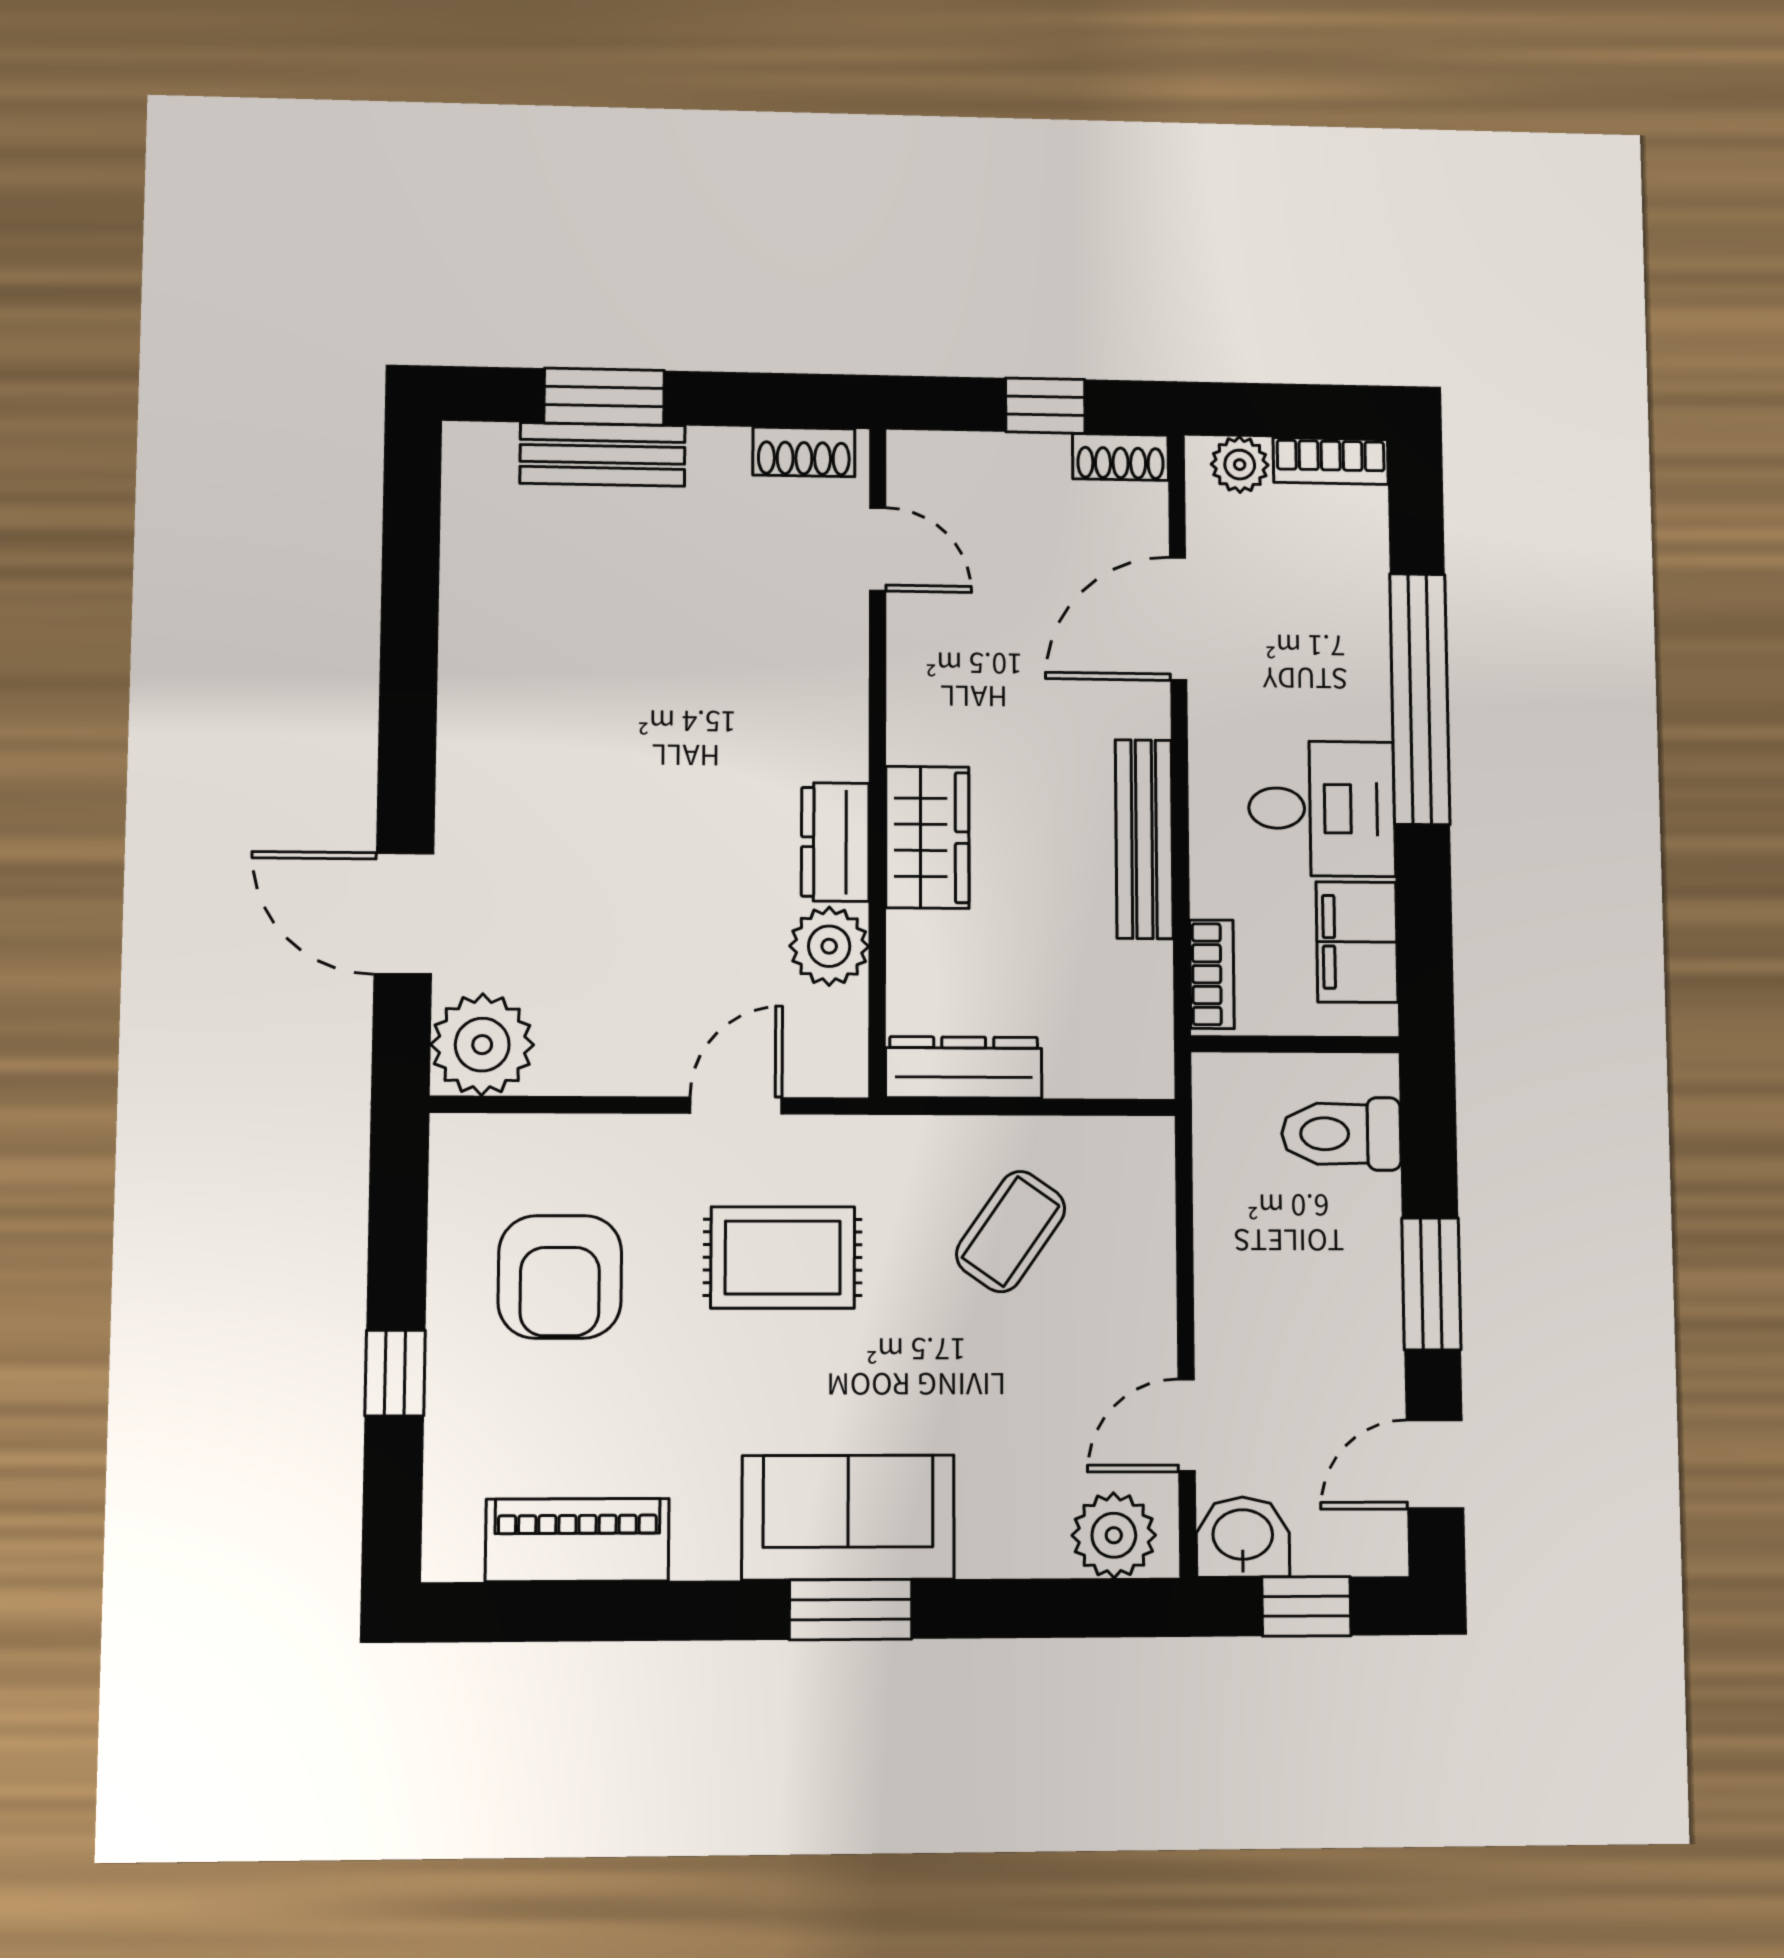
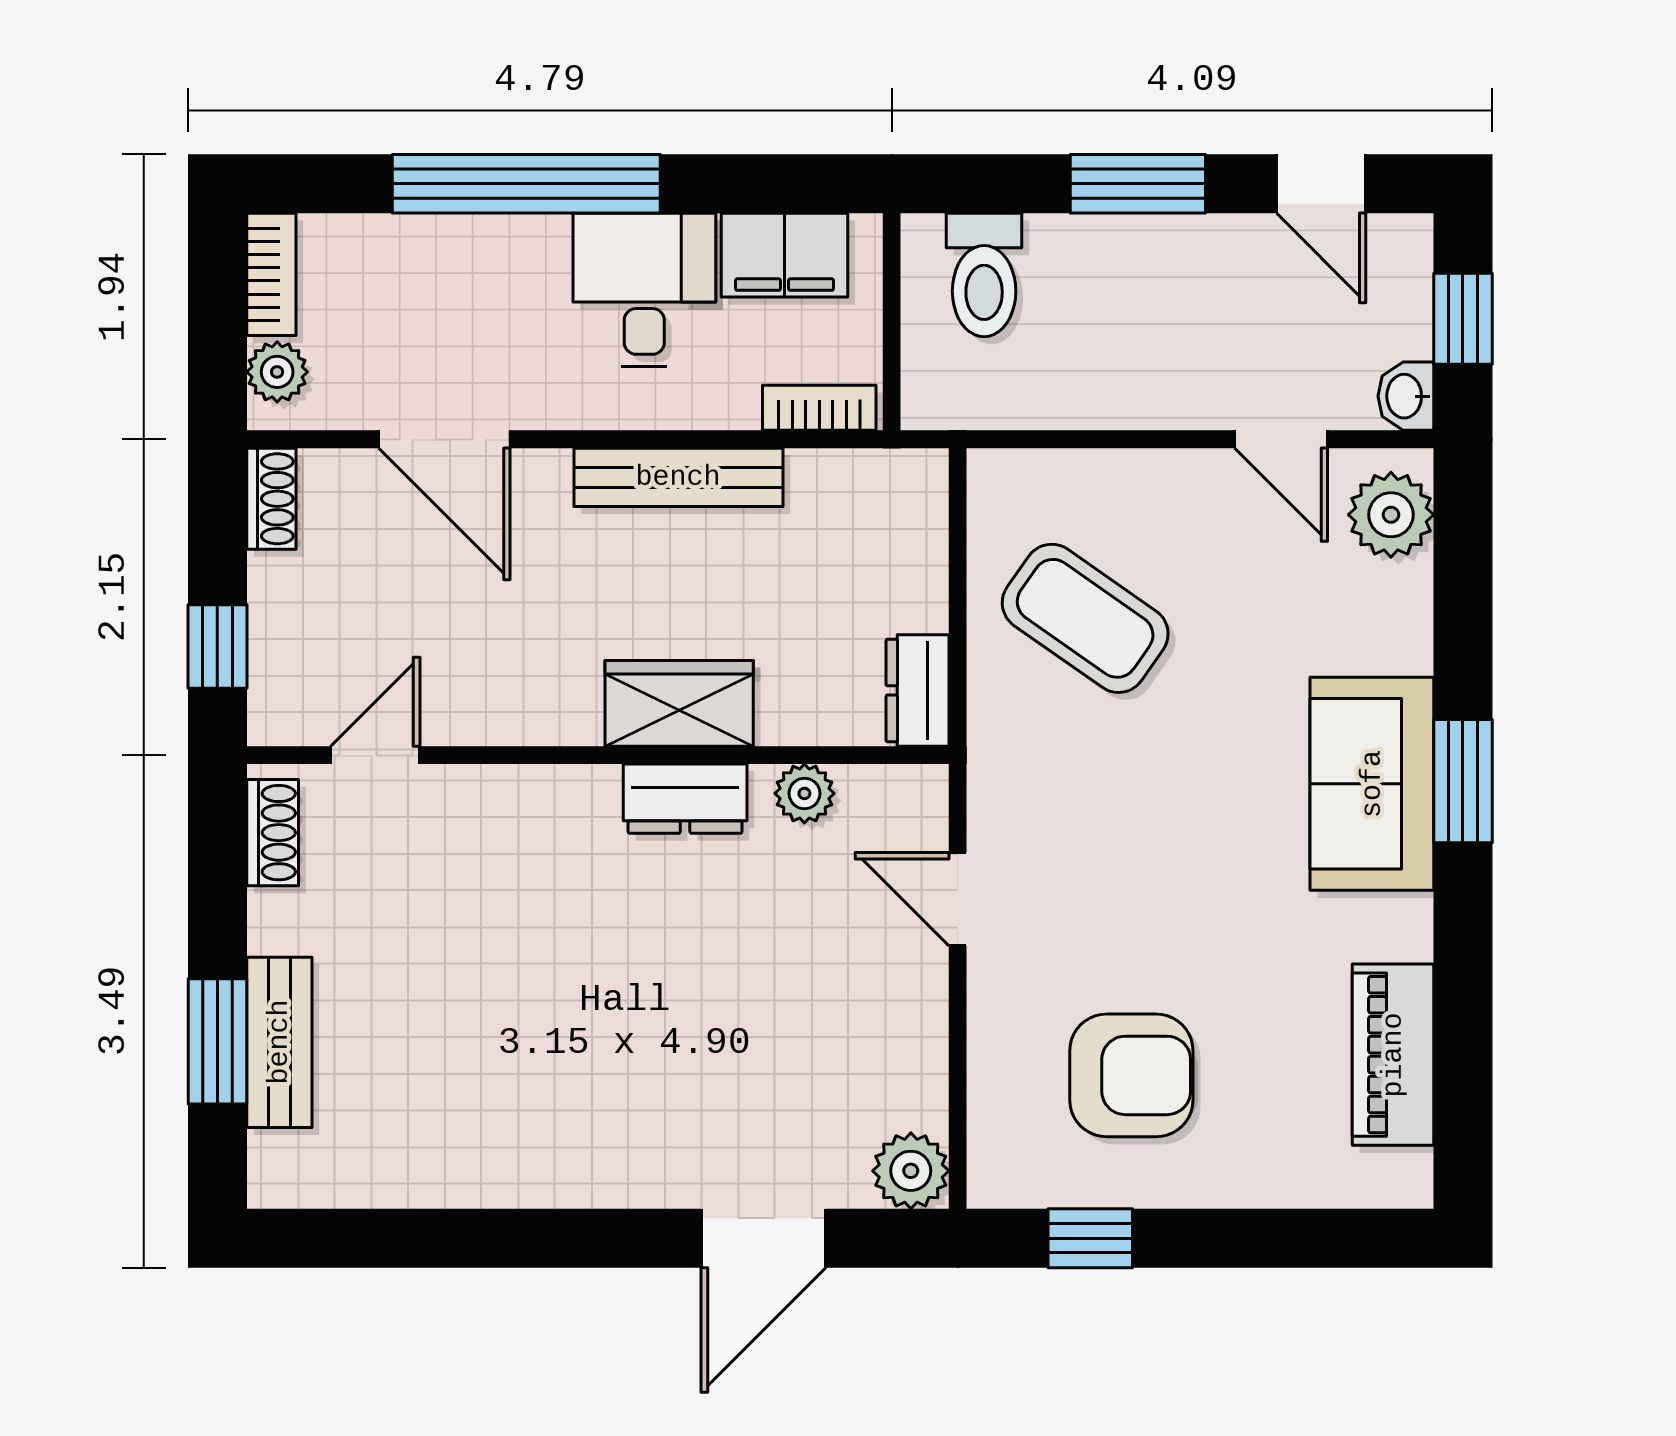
window: (1045, 406) -> (217, 647), moved
plant: (829, 946) -> (804, 793), width x0.73, depth x0.73
plant: (482, 1045) -> (911, 1171), width x0.73, depth x0.73
dresser: (964, 1067) -> (917, 690), width x0.70
coffee table: (1011, 1231) -> (1085, 618), width x1.36, depth x1.30
rug: (783, 1258) -> (1112, 851), removed
window: (395, 1373) -> (1090, 1238), moved
washbasin: (1243, 1537) -> (1406, 396), width x0.72, depth x0.69

